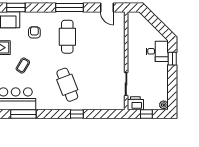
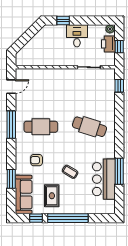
desk: (157, 51) -> (77, 36), moved
cafe table: (67, 85) -> (90, 127), turned 39
printer: (135, 103) -> (108, 44), moved
window: (77, 114) -> (119, 86), moved

